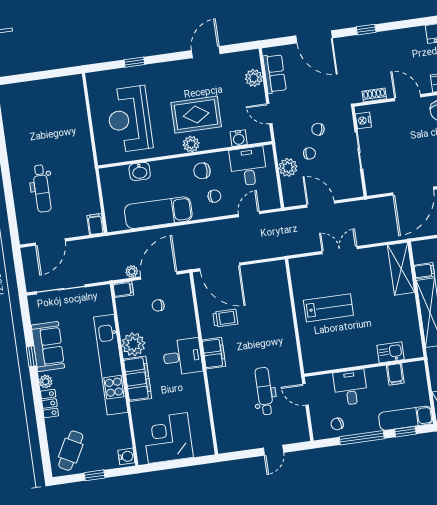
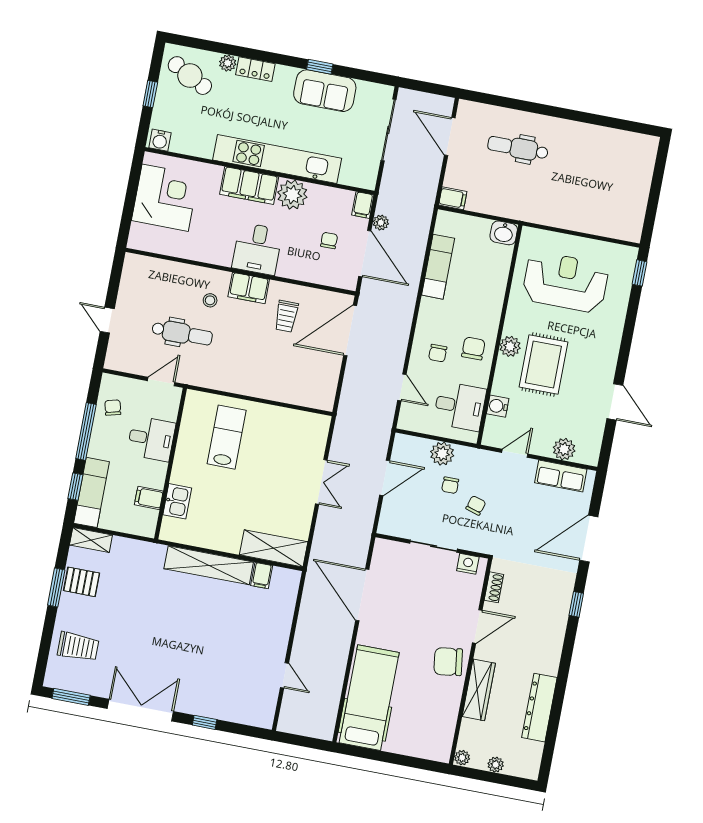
window: (134, 62) -> (639, 273), moved
washbasin: (140, 172) -> (504, 233), moved, turned -90
exam couch: (158, 213) -> (438, 267), width x0.73, depth x0.69
lab bench: (328, 308) -> (227, 437), moved, turned 180
stool: (233, 379) -> (210, 300), added
plant: (46, 382) -> (228, 63), moved

